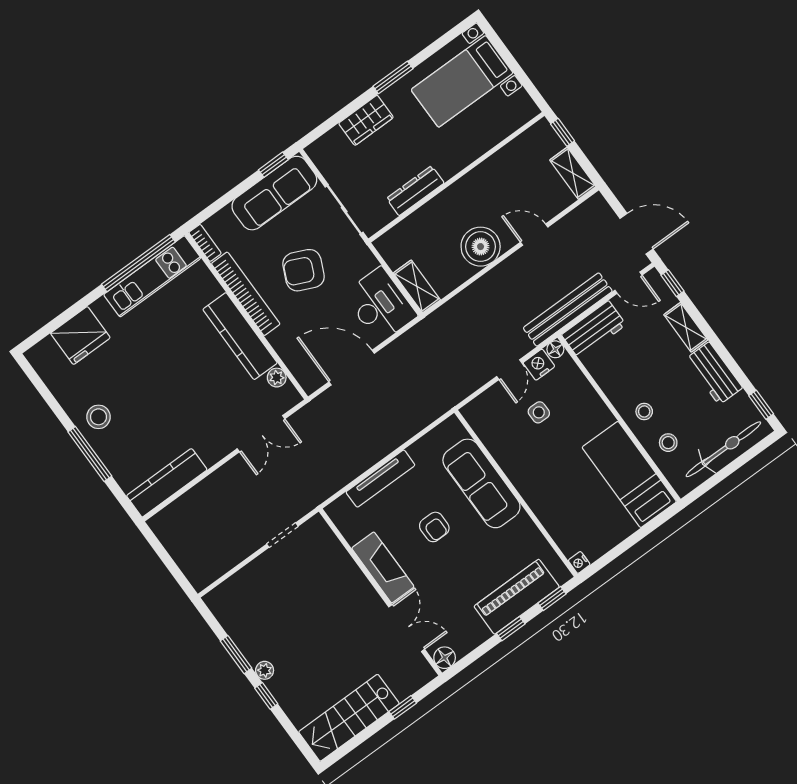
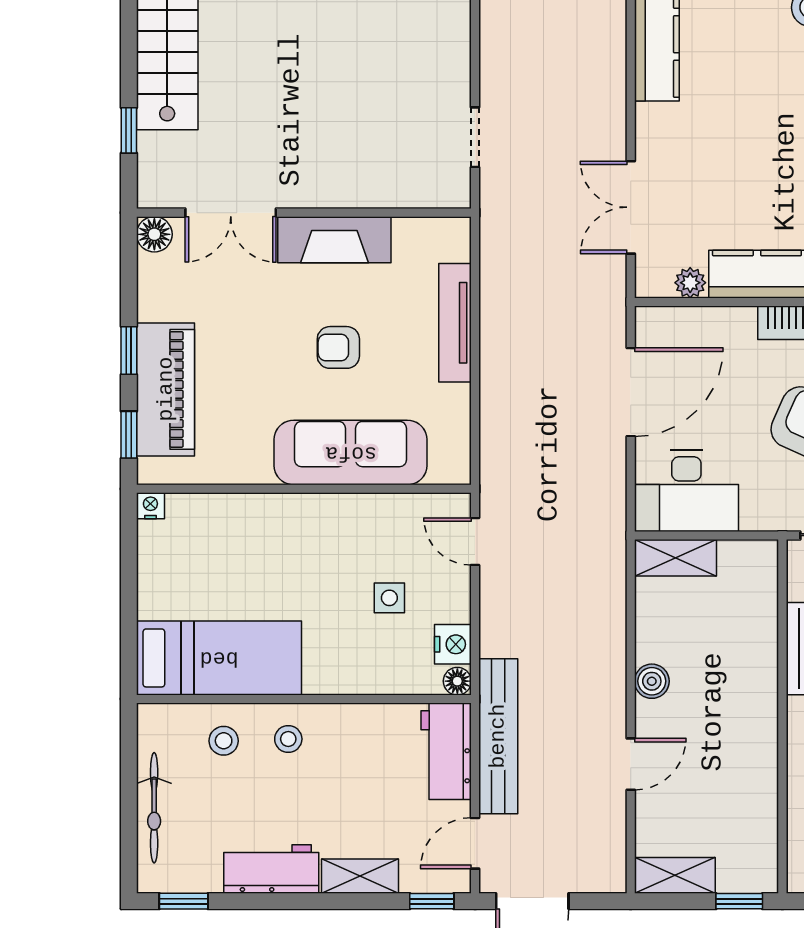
boiler: (481, 247) -> (652, 681), width x0.54, depth x0.54
door: (509, 370) -> (475, 542), moved
bicycle: (723, 449) -> (154, 808), width x0.73, depth x0.71

